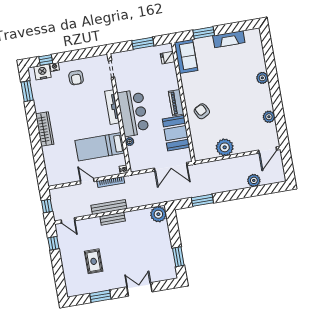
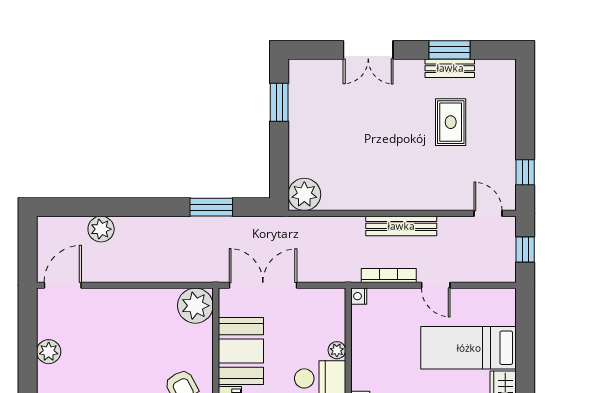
bed: (100, 147) -> (469, 348), moved, turned 180
plant: (225, 147) -> (195, 306), moved
bench: (113, 219) -> (450, 68), moved

